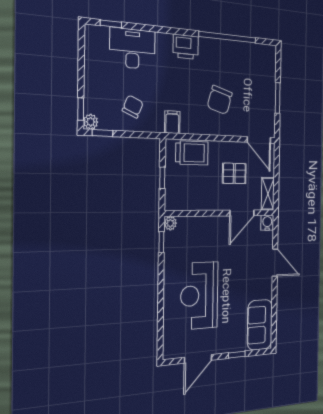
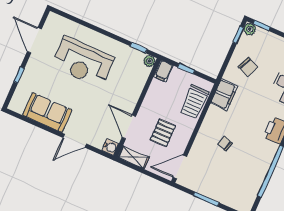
chair: (220, 100) -> (225, 144), width x0.54, depth x0.54
filing cabinet: (172, 122) -> (224, 95), width x2.00
filing cabinet: (174, 202) -> (163, 71), added
reception desk: (199, 296) -> (83, 62), turned 180
sofa: (260, 325) -> (47, 113), moved

